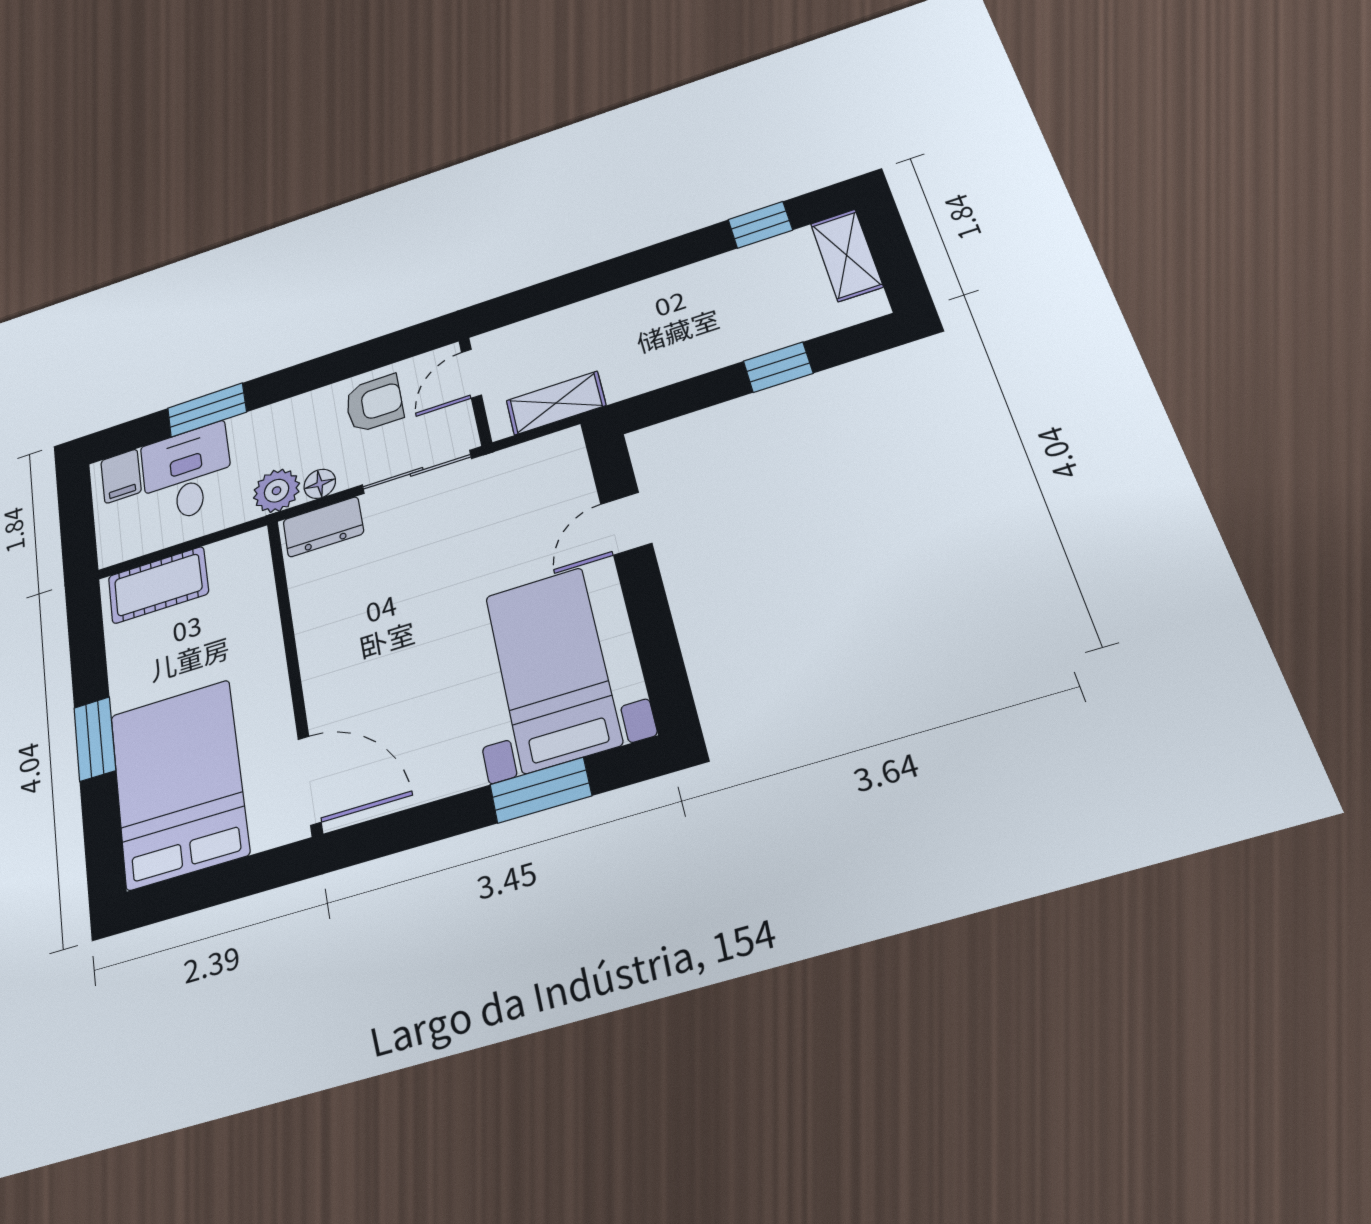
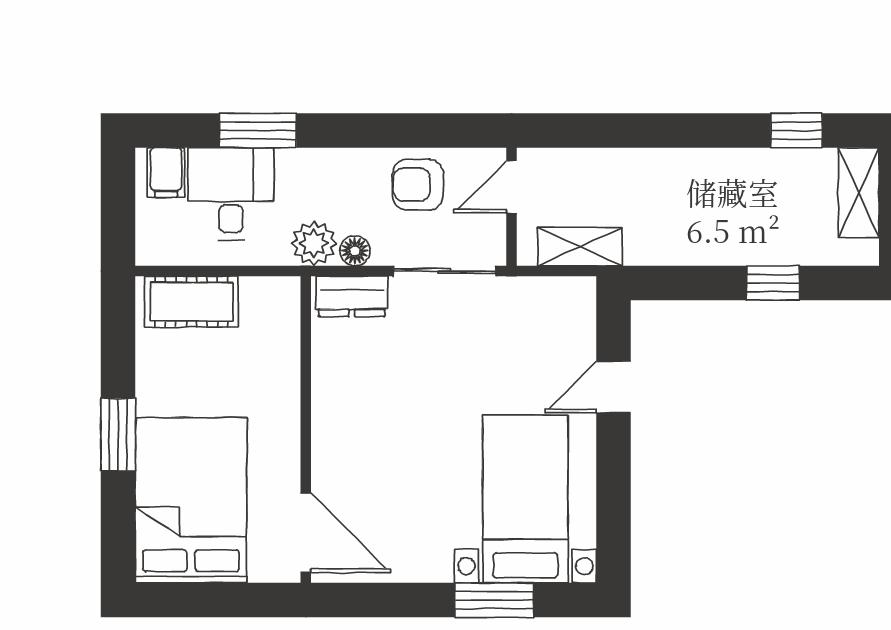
armchair: (374, 403) -> (418, 185), turned 180

